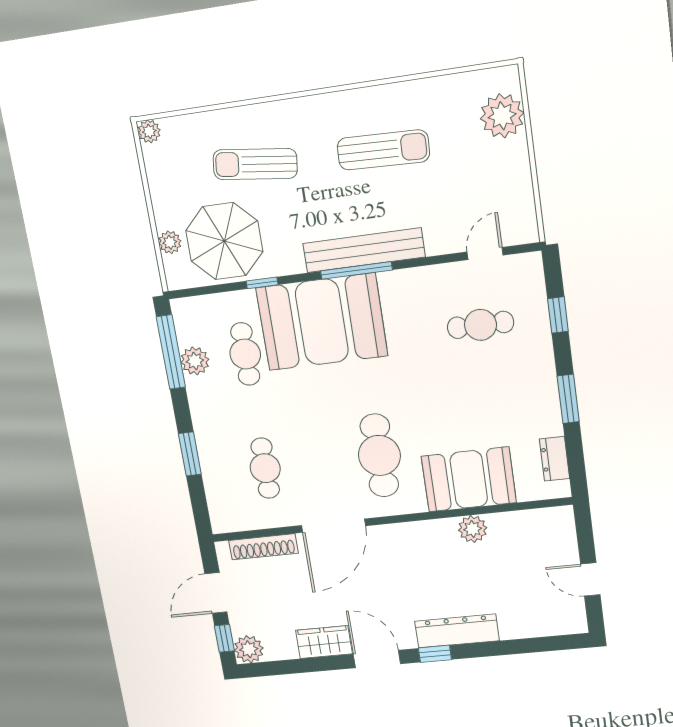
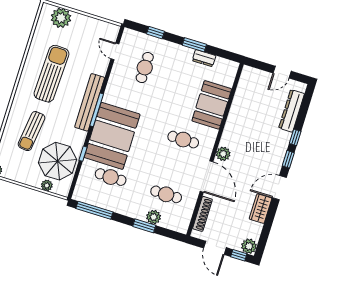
sun lounger: (383, 150) -> (51, 74), width x1.36, depth x1.34
plant: (195, 361) -> (154, 217), moved
cafe table: (379, 455) -> (183, 140), width x0.73, depth x0.74
dresser: (555, 459) -> (204, 58), moved
plant: (473, 529) -> (223, 154), moved
dresser: (457, 631) -> (292, 111), moved
window: (480, 650) -> (295, 137), added

